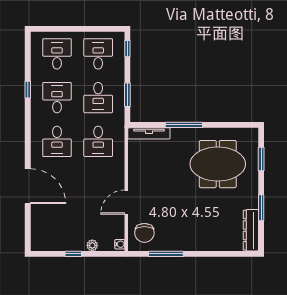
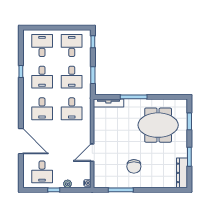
desk: (57, 98) -> (42, 77), turned 180
desk: (57, 229) -> (42, 172), added
chair: (144, 233) -> (134, 166), moved

